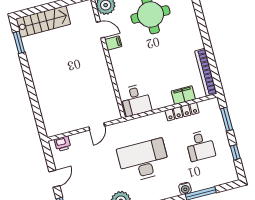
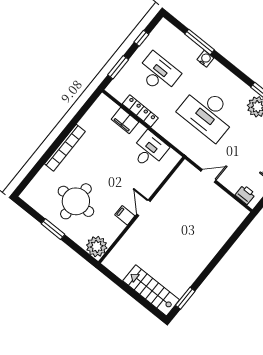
door: (101, 30) -> (143, 208), moved
bookcase: (206, 72) -> (65, 148), moved
desk: (136, 100) -> (149, 150), moved
desk: (200, 146) -> (158, 73), width x1.37

